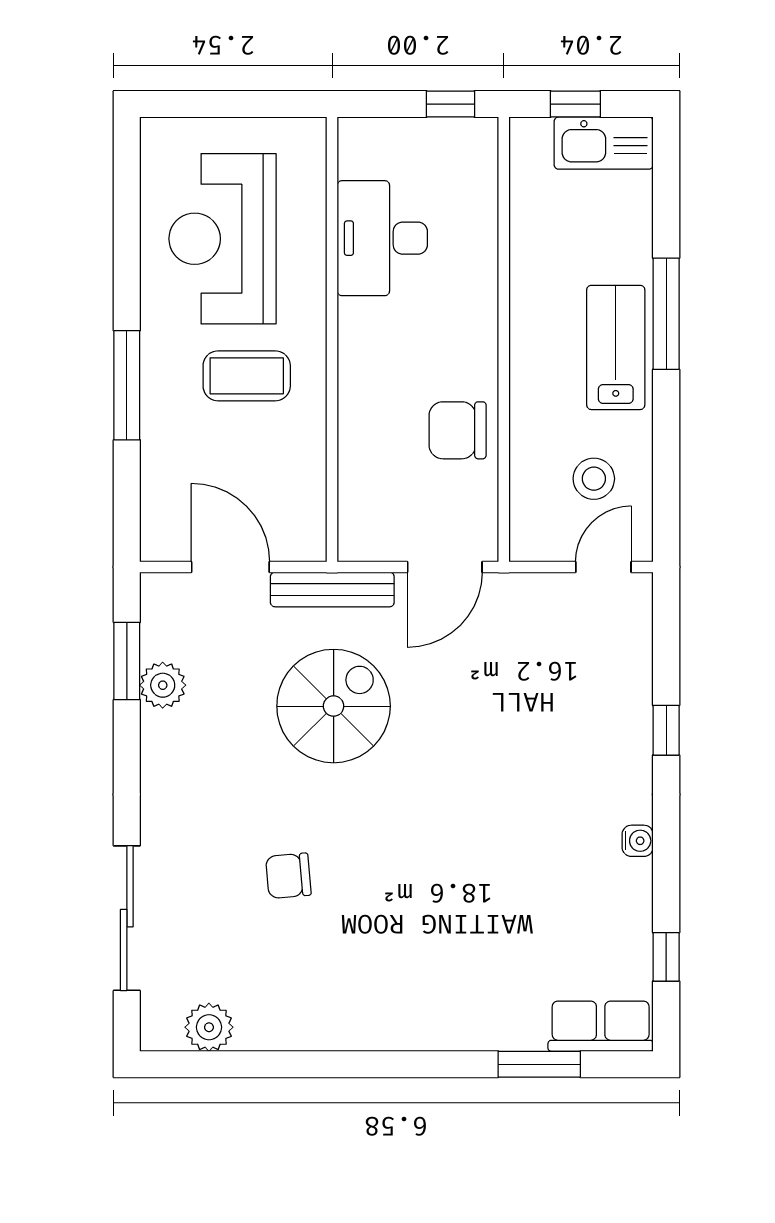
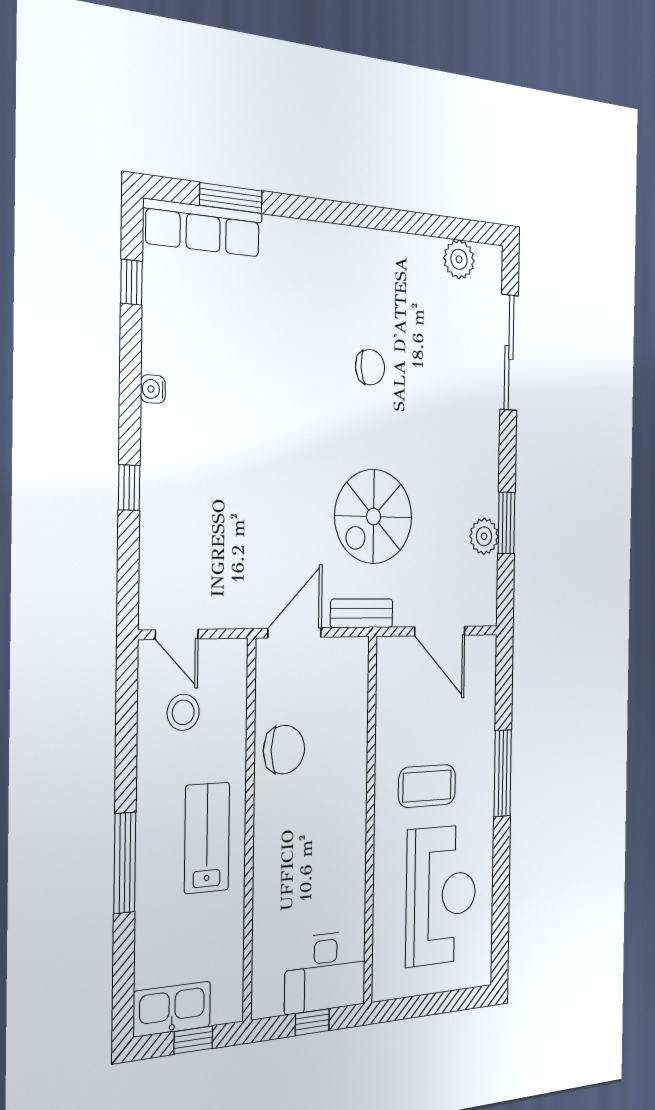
window: (450, 104) -> (312, 1022), moved
desk: (382, 238) -> (325, 972), moved, turned 90
lab bench: (616, 347) -> (207, 838), moved, turned 180
door: (603, 567) -> (177, 634), hinge flipped
bench: (332, 589) -> (362, 613), width x0.73
window: (127, 661) -> (506, 523), moved
chair: (288, 876) -> (370, 367), moved
row of seats: (601, 1026) -> (203, 228), width x1.48

